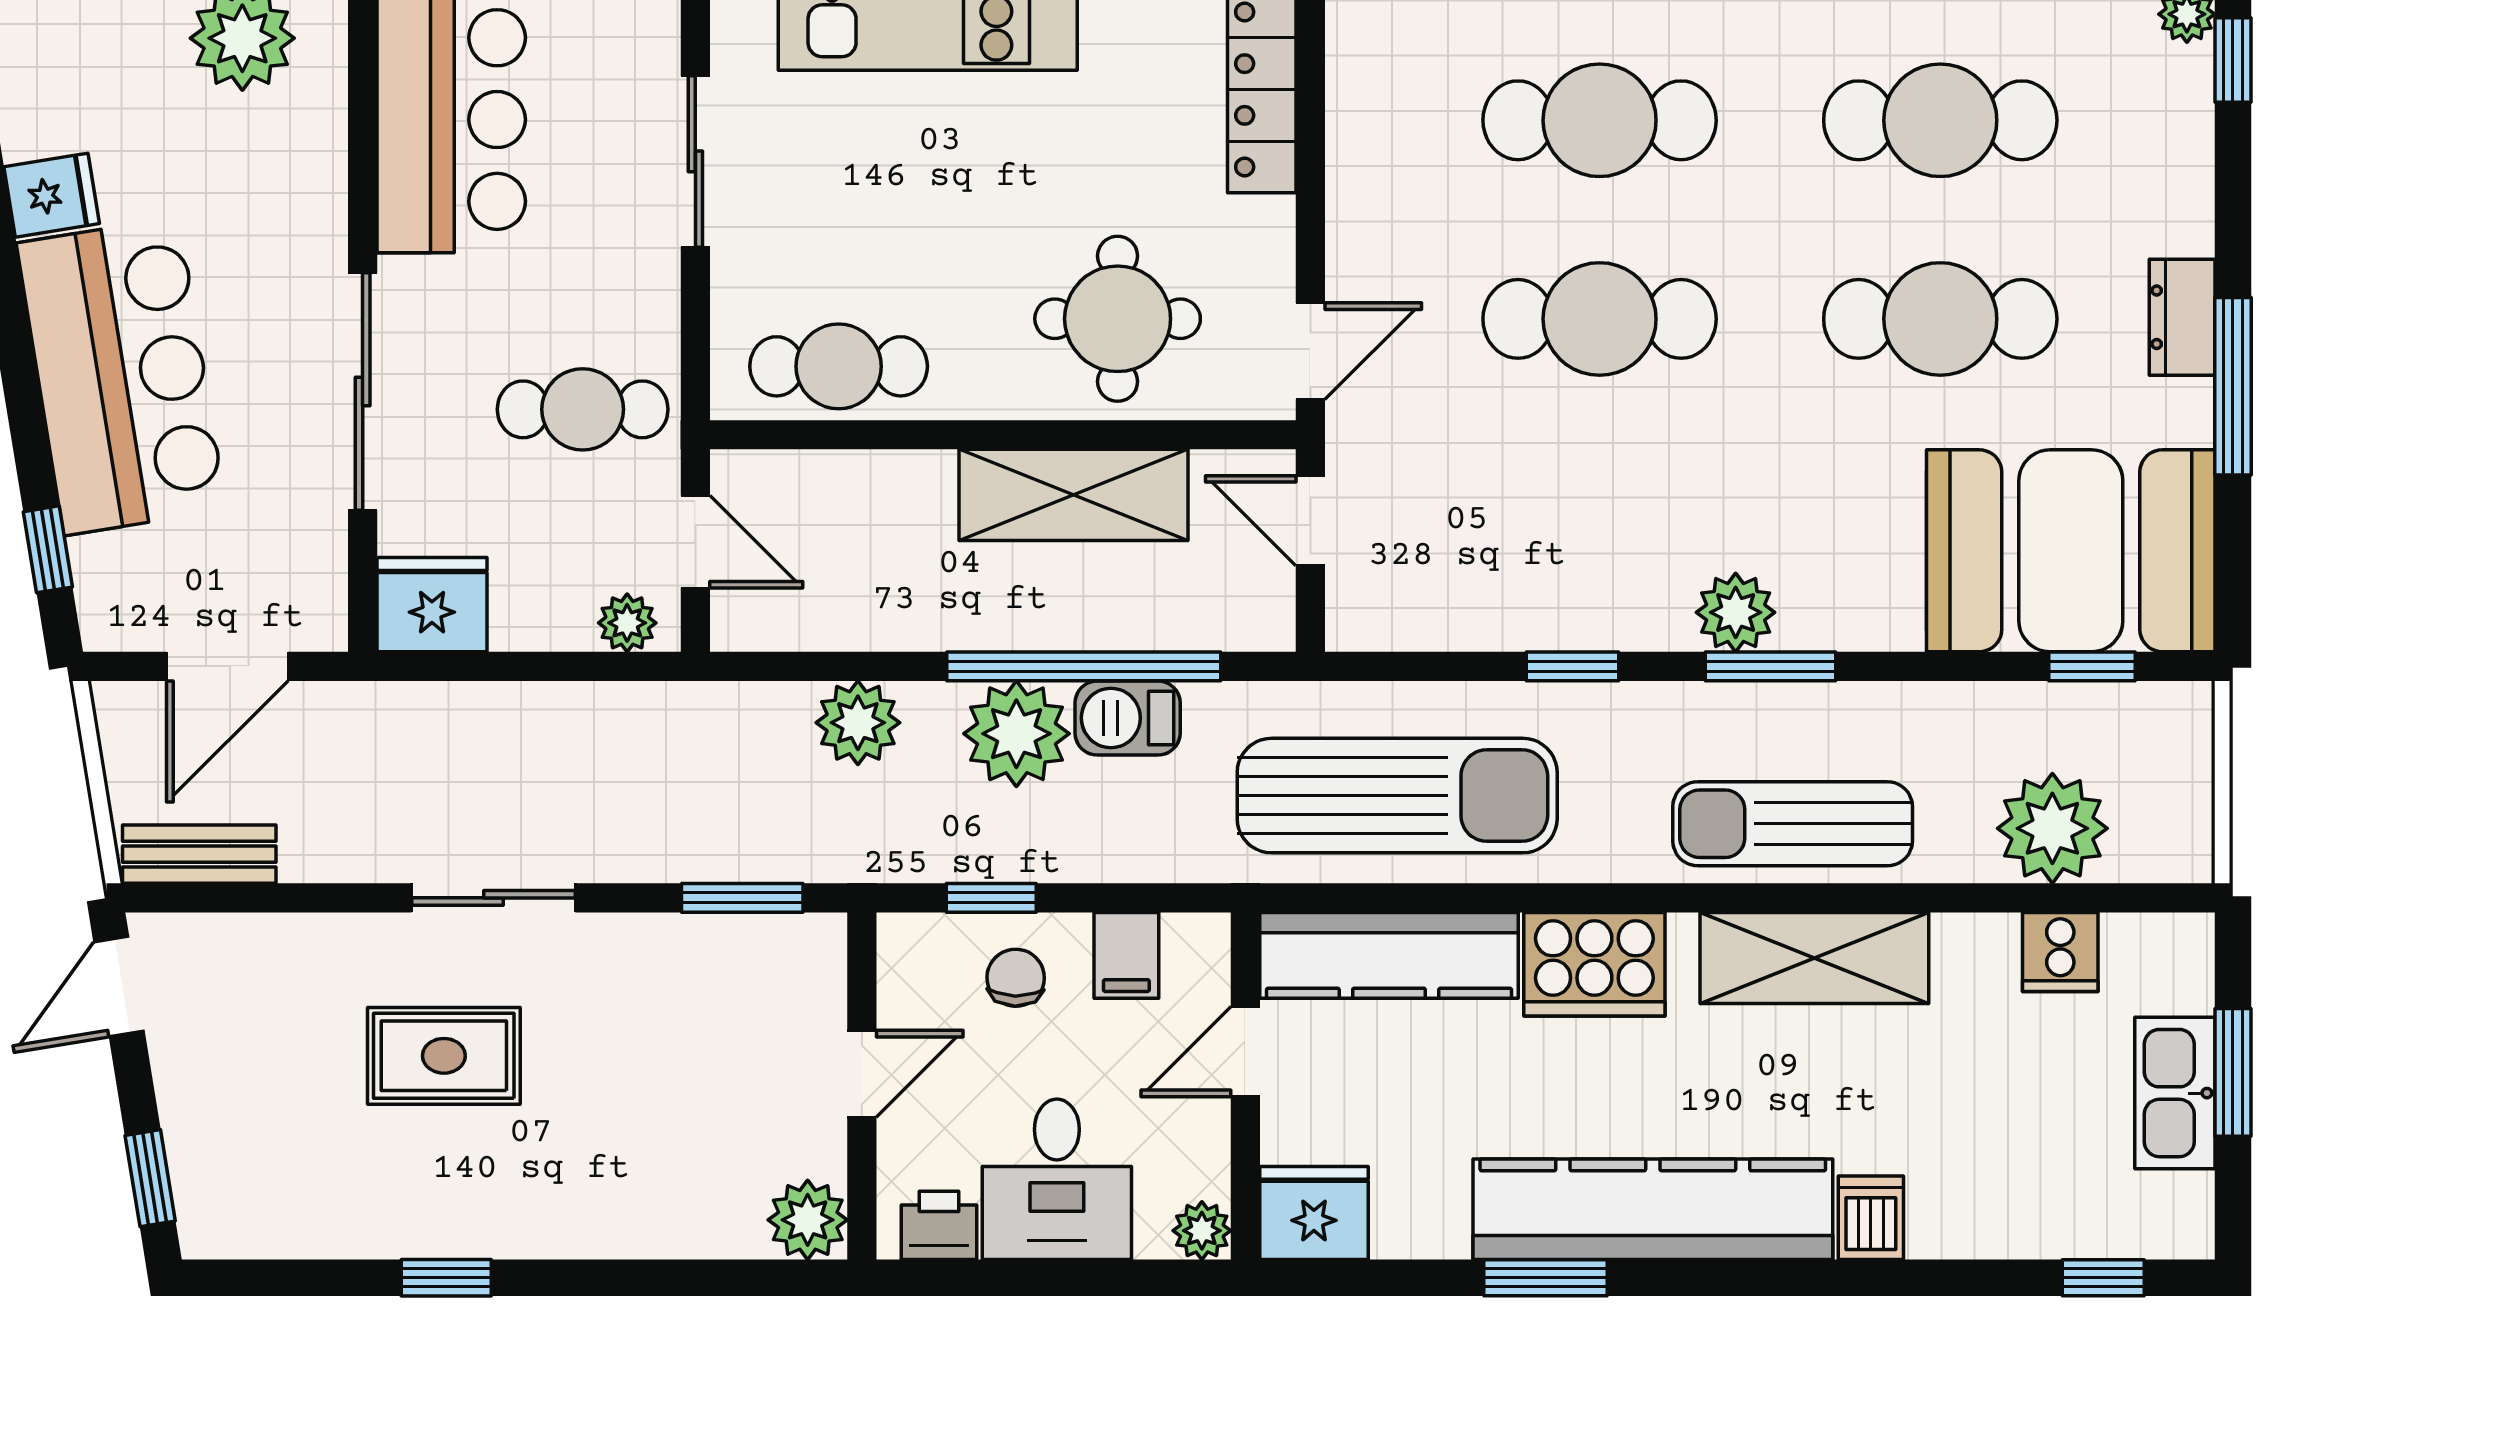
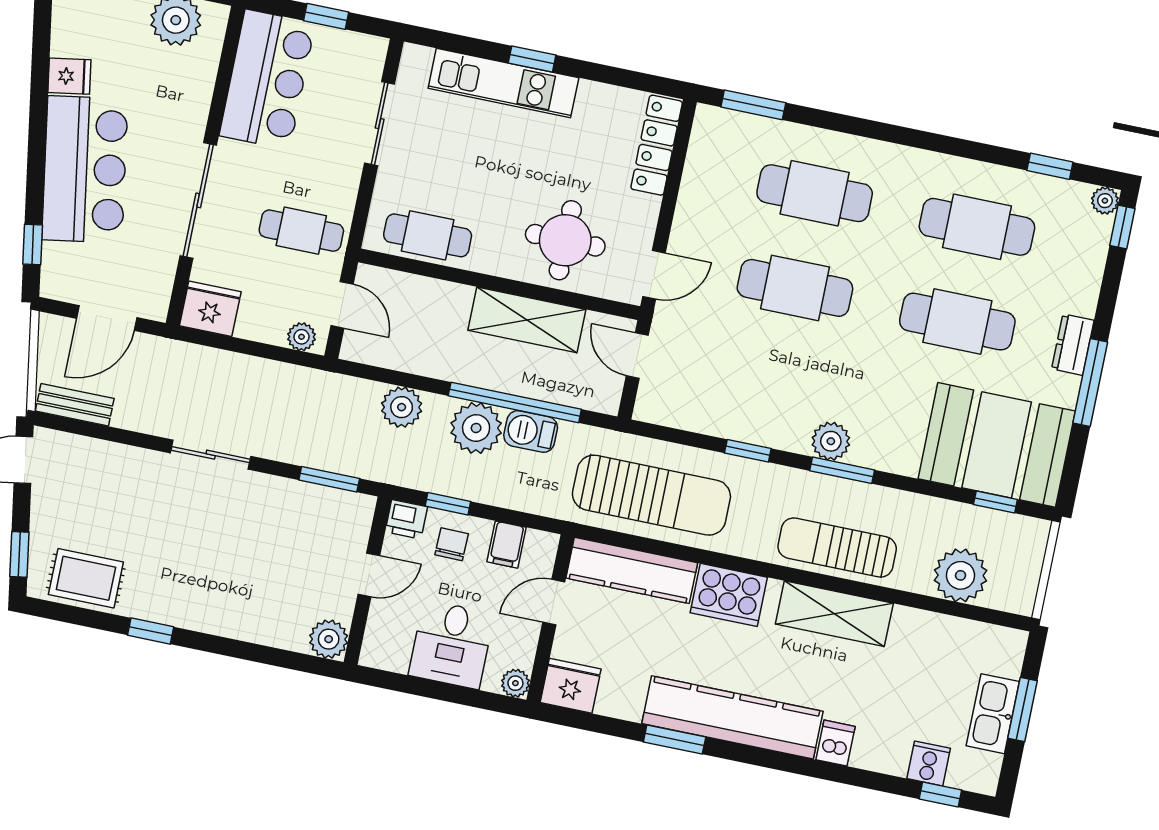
cooker: (2060, 952) -> (929, 763), moved, turned 180
rug: (444, 1056) -> (86, 578), moved
printer: (939, 1225) -> (406, 519), moved, turned 180

